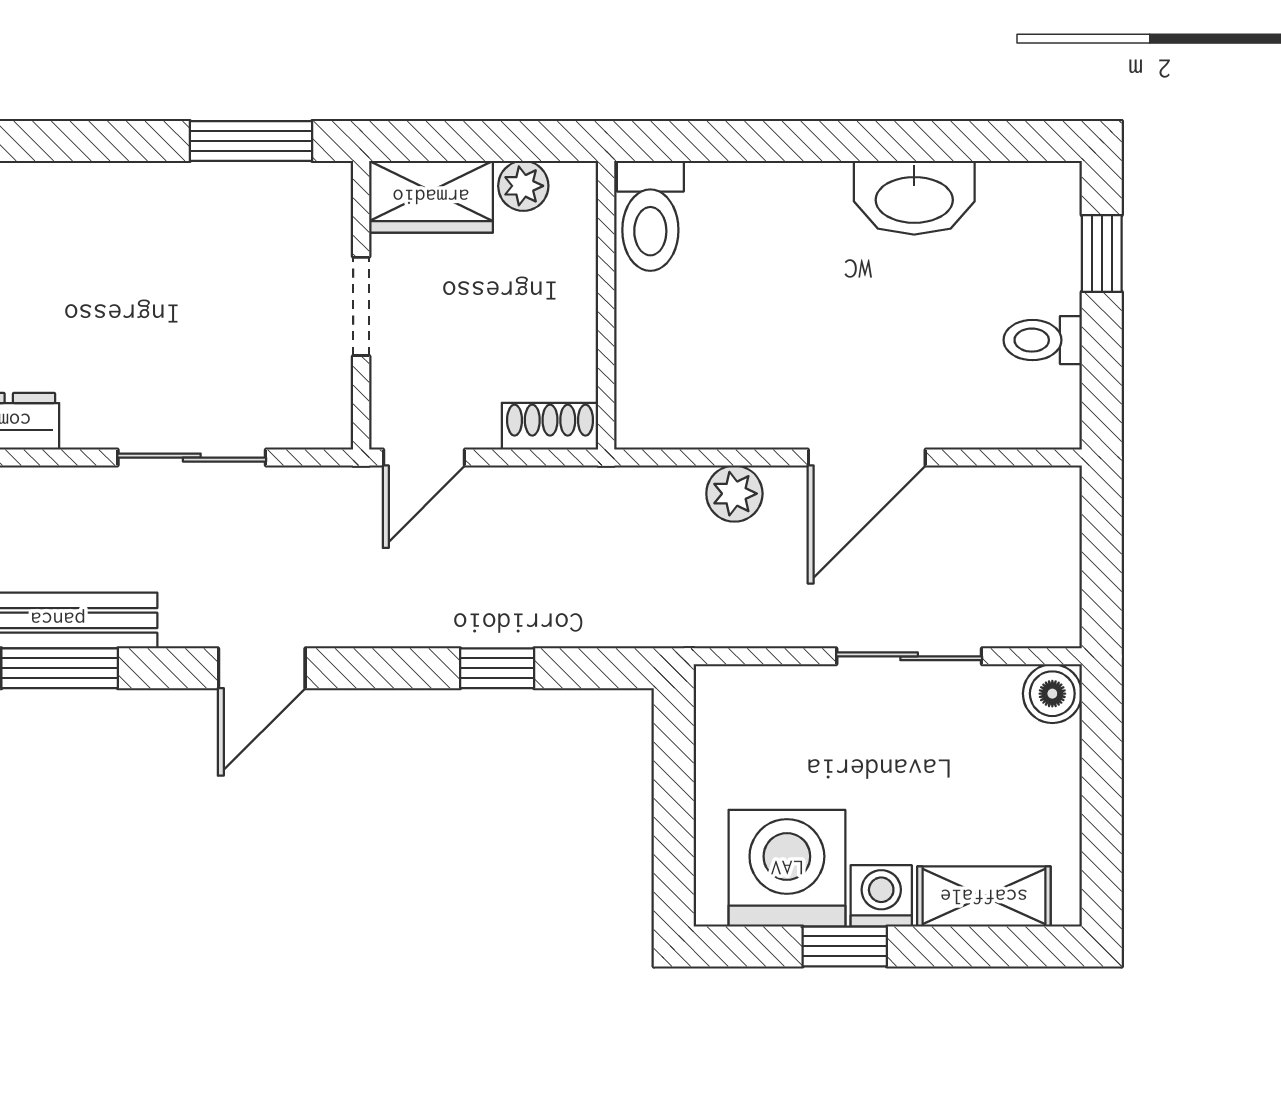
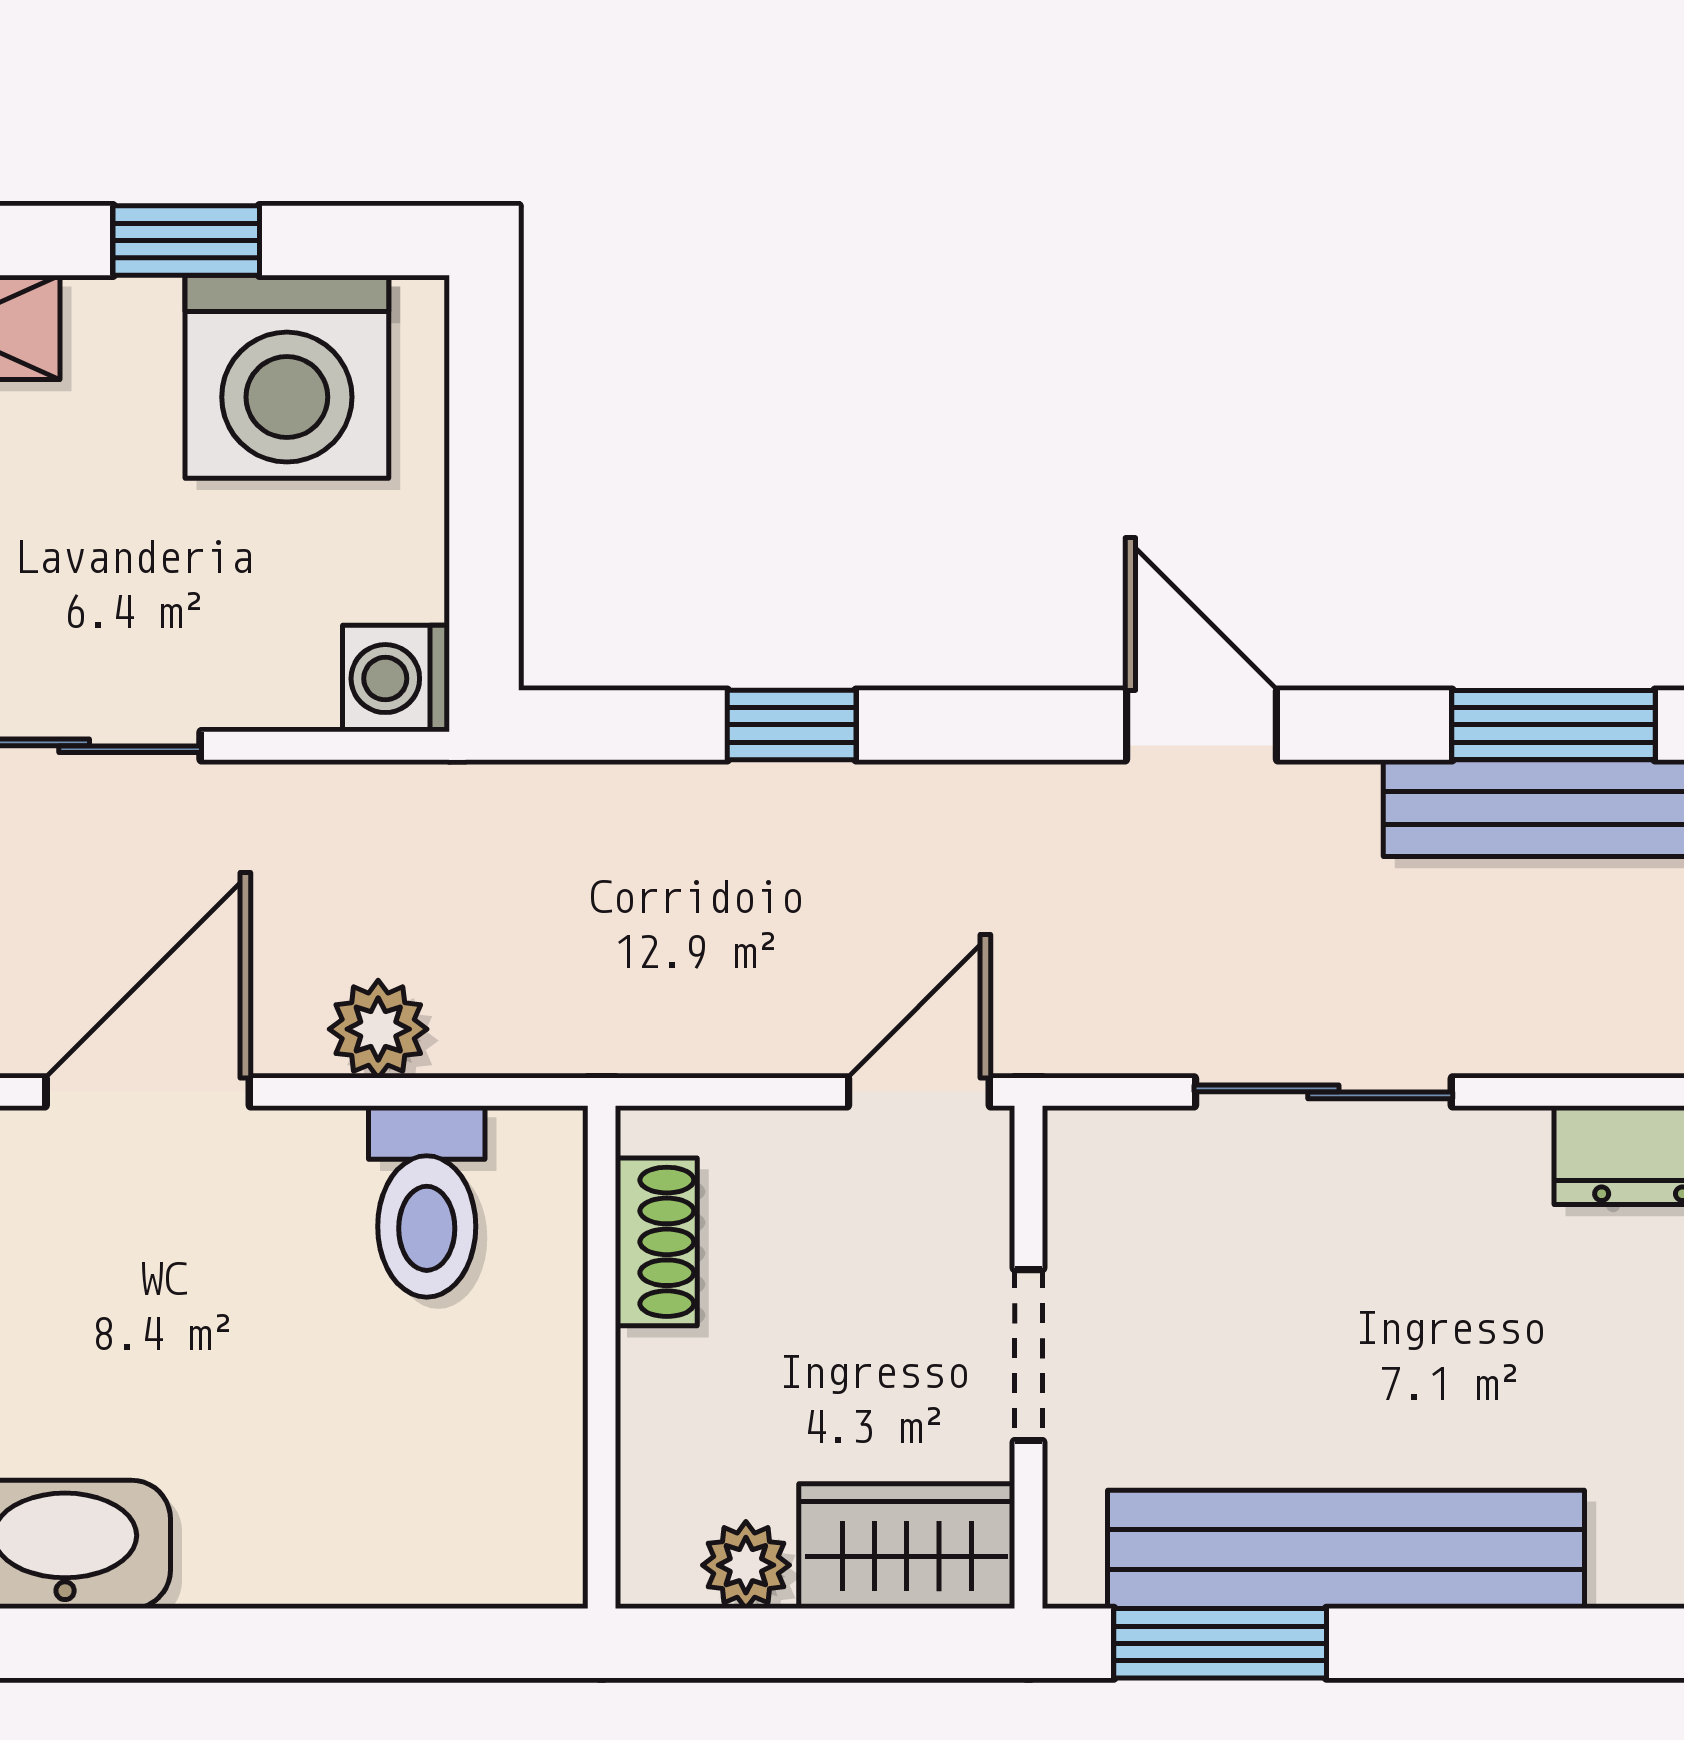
bench: (179, 195) -> (1346, 1549), added
toilet: (650, 216) -> (427, 1202), moved, turned 180
shoe rack: (550, 426) -> (656, 1242), moved, turned -90
door: (262, 668) -> (1202, 725), hinge flipped
washing machine: (881, 896) -> (396, 679), moved, turned 90

